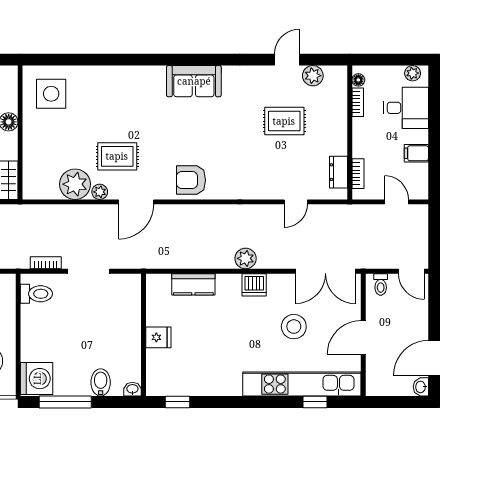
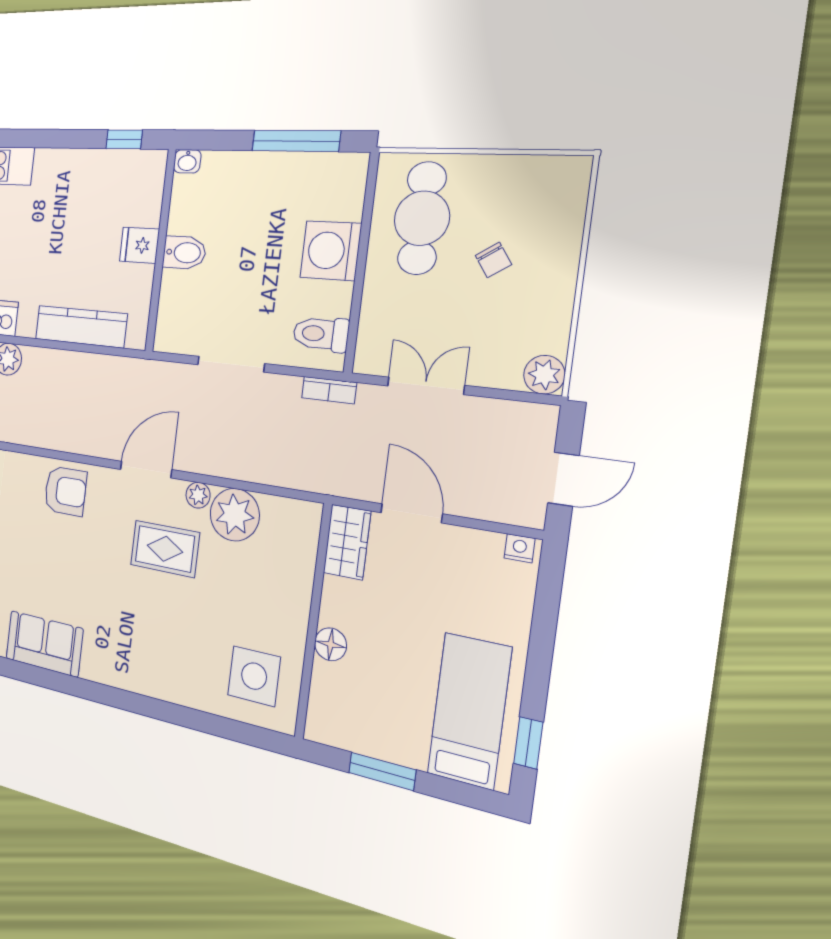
bookcase: (46, 263) -> (329, 390), moved
kitchen counter: (193, 284) -> (81, 327), width x1.50
washing machine: (37, 379) -> (331, 251), moved
bidet: (101, 382) -> (184, 253), moved, turned -90

